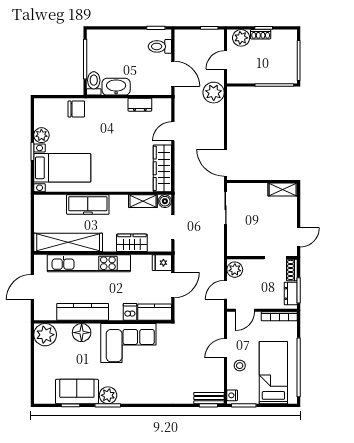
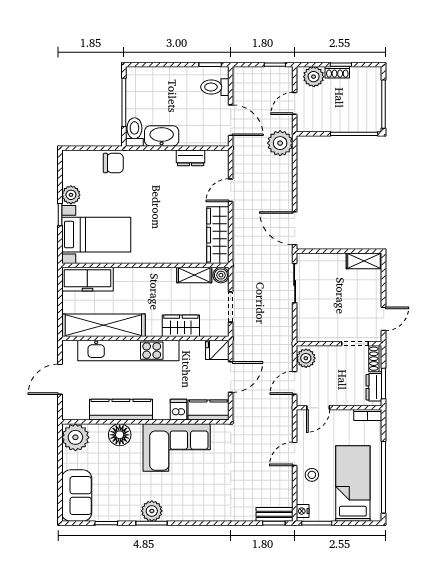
freezer: (88, 205) -> (87, 279), moved
bookcase: (279, 316) -> (368, 415), width x0.64
sofa: (77, 392) -> (77, 496), moved, turned 90

